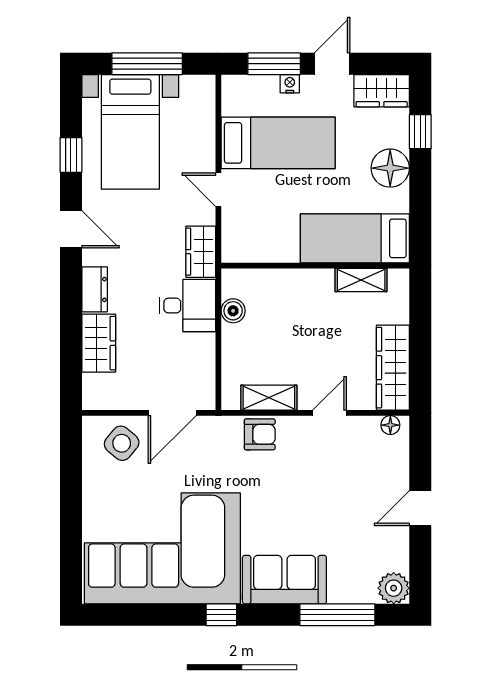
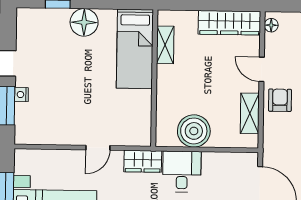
wardrobe: (382, 91) -> (28, 28), removed
bed: (278, 143) -> (64, 104), removed
boiler: (233, 311) -> (194, 131), width x1.86, depth x1.86
armchair: (260, 434) -> (280, 100), moved

